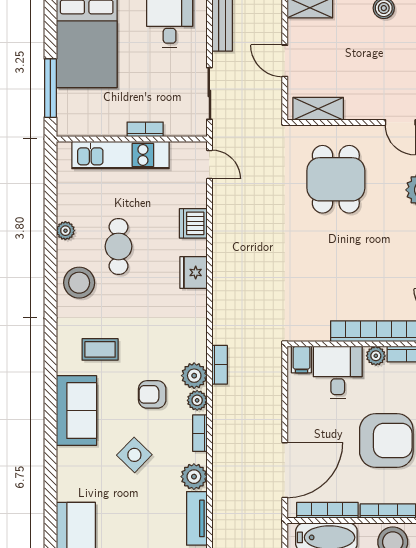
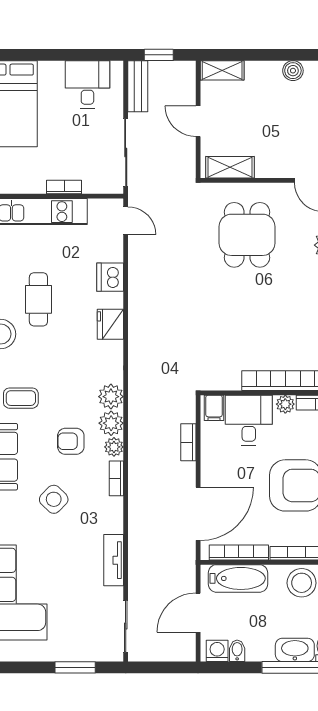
sliding door: (209, 93) -> (126, 153), width x1.37
bookcase: (220, 365) -> (188, 442), moved, turned 180
plant: (194, 477) -> (111, 397), moved

